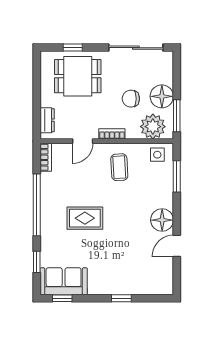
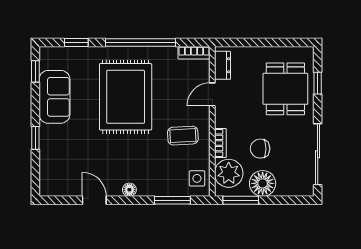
chair: (131, 99) -> (260, 149), turned -90
dresser: (47, 120) -> (223, 65), moved, turned -90
bookcase: (112, 134) -> (220, 143), moved
door: (83, 141) -> (212, 94), hinge flipped
rug: (85, 218) -> (126, 97), width x1.86, depth x2.06
floor lamp: (162, 220) -> (129, 190), width x0.53, depth x0.53
sofa: (64, 281) -> (54, 97), moved

